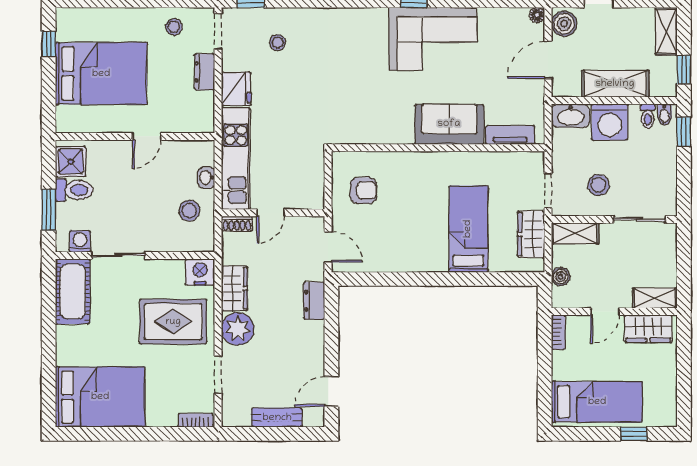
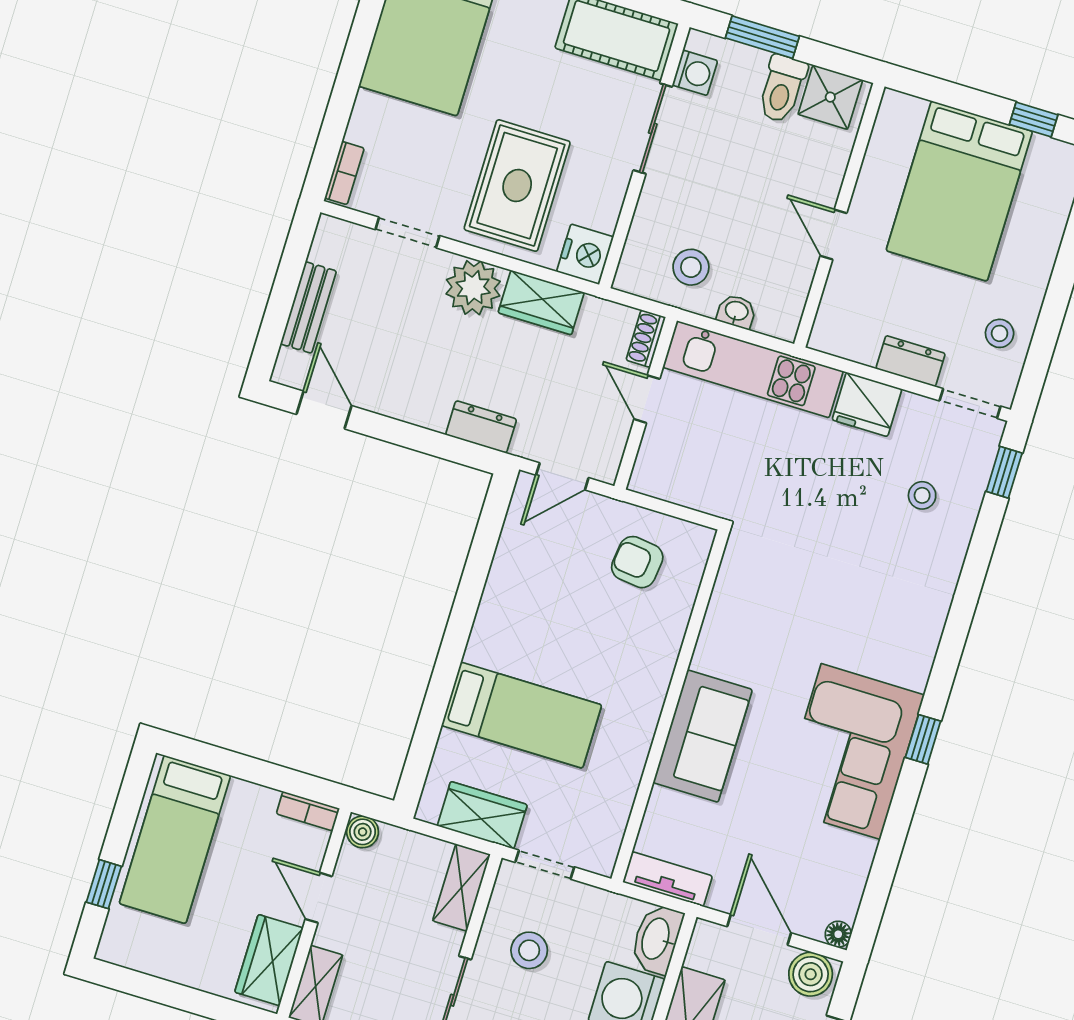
tv unit: (510, 135) -> (668, 879), moved, turned -90
armchair: (363, 191) -> (637, 562), turned 97
boiler: (561, 277) -> (363, 832), moved

